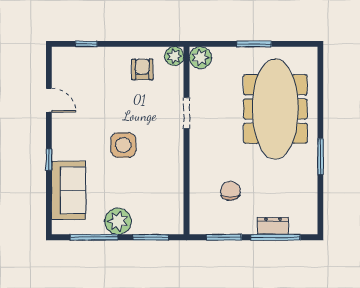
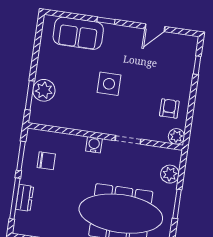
plant: (201, 58) -> (170, 174), moved
armchair: (142, 69) -> (169, 108), turned -90
water cooler: (198, 153) -> (94, 145), added
chair: (230, 191) -> (46, 161), moved
plant: (118, 221) -> (44, 90), moved
window: (94, 237) -> (36, 49), removed

